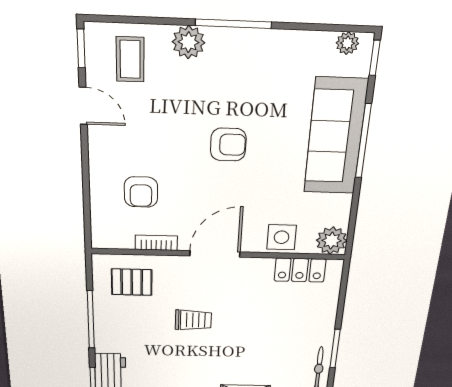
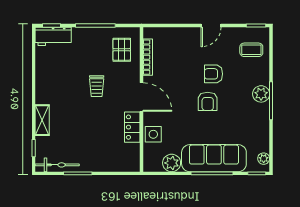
plant: (189, 42) -> (261, 94), moved
door: (83, 106) -> (211, 25), moved
armchair: (141, 192) -> (214, 74), moved
plant: (332, 241) -> (172, 163), moved
bookcase: (156, 243) -> (148, 57), width x1.56
locker: (300, 270) -> (132, 127), moved

